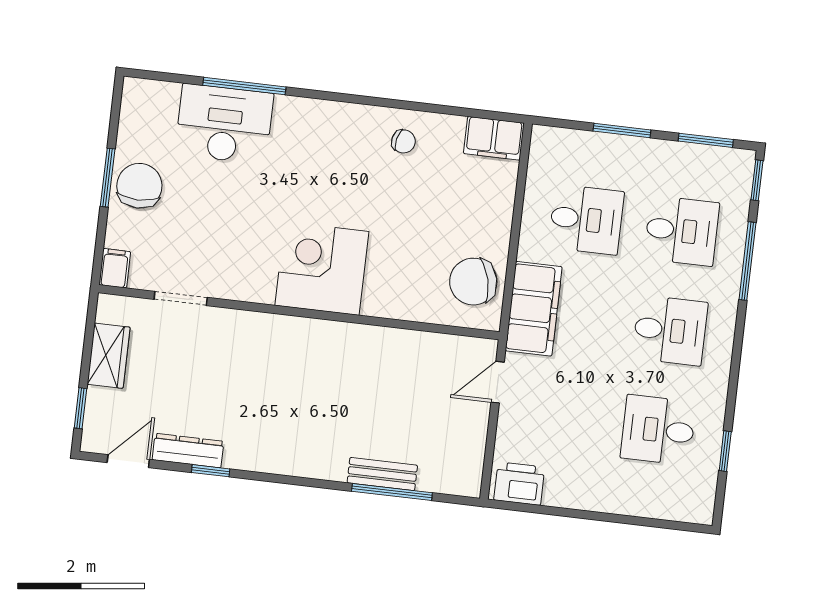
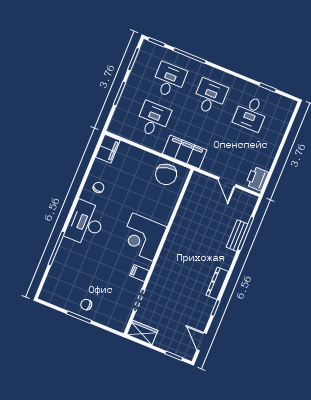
desk: (224, 124) -> (86, 223), moved
chair: (139, 186) -> (86, 305), width x0.54, depth x0.54
filing cabinet: (115, 268) -> (139, 273), moved
wardrobe: (109, 356) -> (142, 333), moved
door: (498, 382) -> (227, 182), moved
dresser: (188, 451) -> (217, 283), moved

